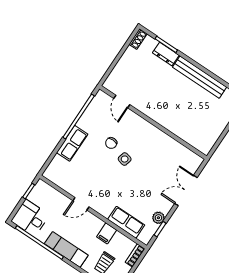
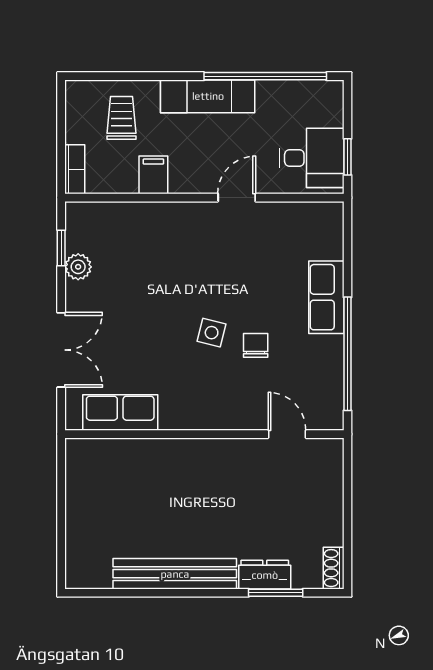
desk: (30, 218) -> (312, 158), moved
row of seats: (126, 222) -> (120, 412), moved, turned 180

